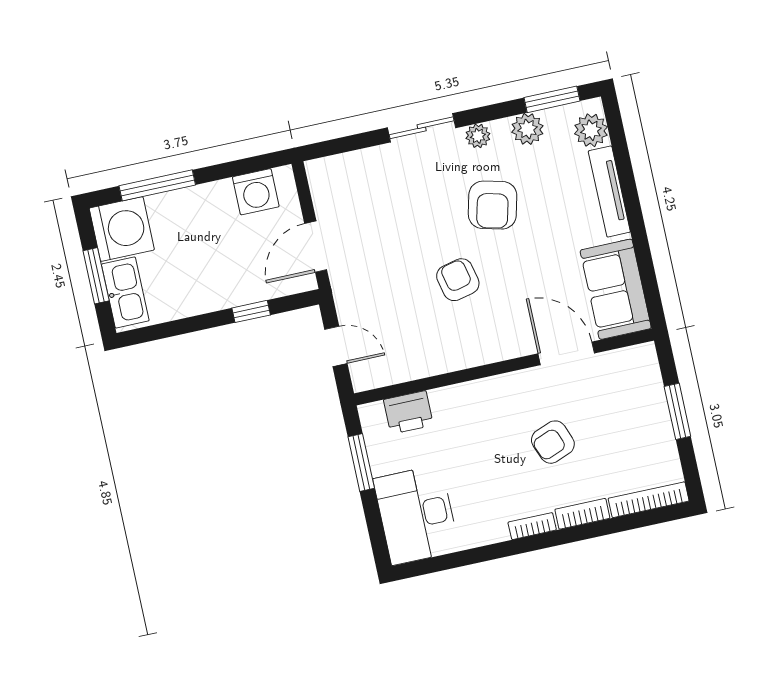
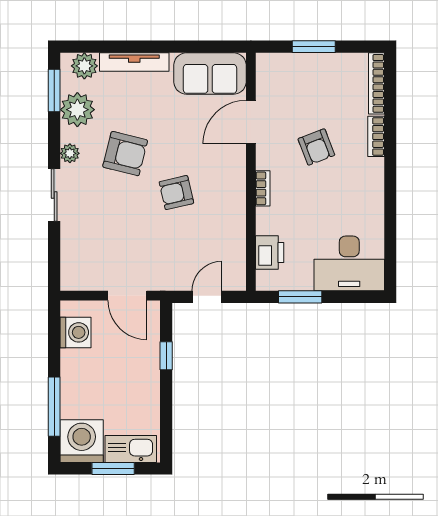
plant: (527, 129) -> (77, 110), width x1.36, depth x1.36
bookcase: (532, 526) -> (263, 188), moved, turned 180

